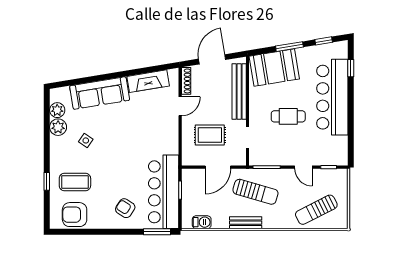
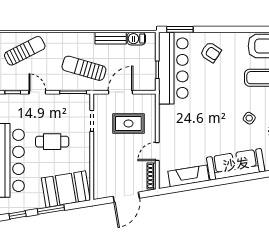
bench: (239, 92) -> (100, 166), removed
bench: (246, 223) -> (111, 38), moved

